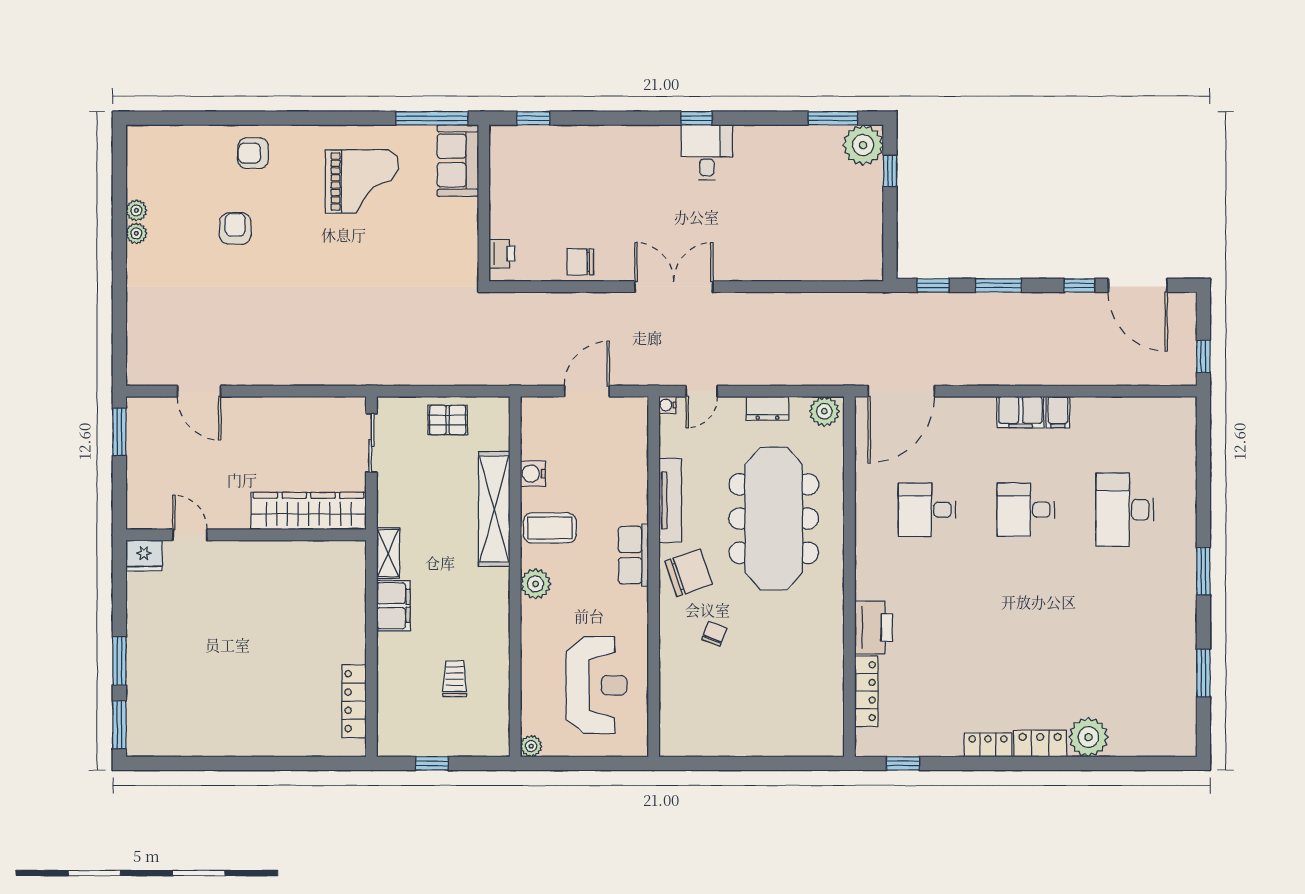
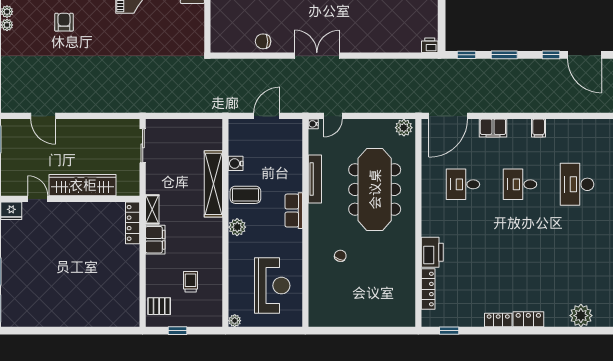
printer: (502, 254) -> (430, 45), moved, turned -90
dresser: (767, 408) -> (371, 126), removed
filing cabinet: (1020, 412) -> (493, 128), moved
pallet: (448, 420) -> (159, 306), moved
wardrobe: (309, 511) -> (83, 185), moved
chair: (689, 573) -> (325, 221), removed
locker: (354, 701) -> (133, 223), moved
plant: (1088, 737) -> (581, 316), moved

